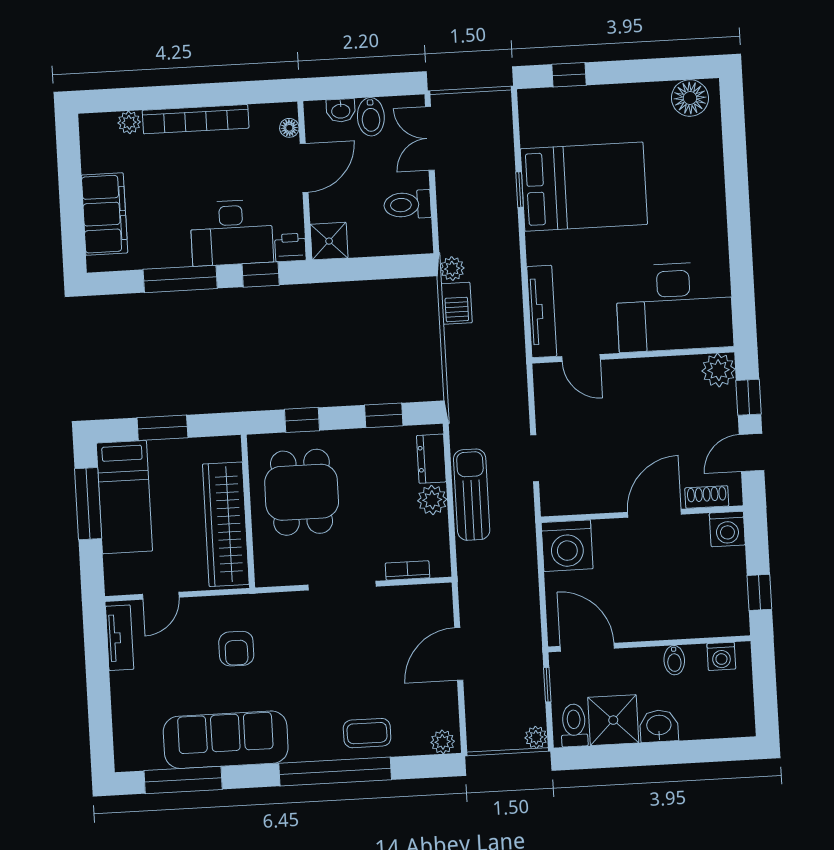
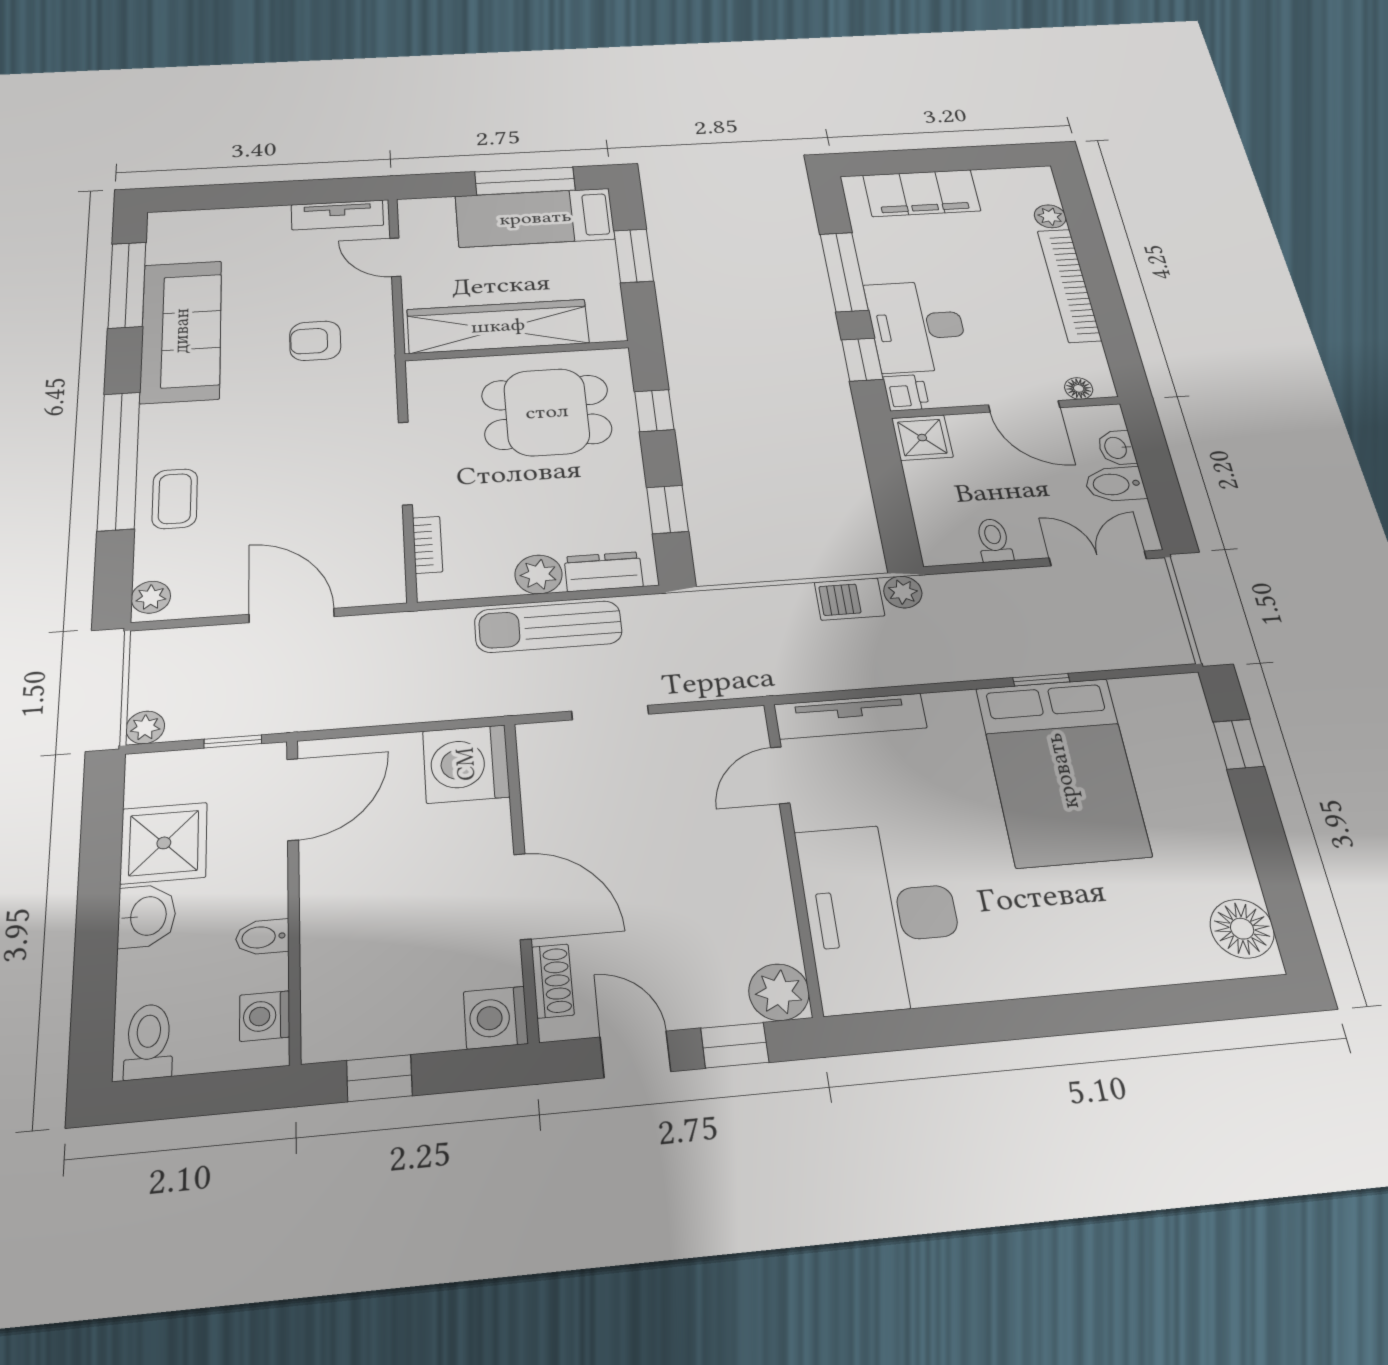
toilet: (407, 205) -> (994, 540), width x0.73, depth x0.72
sun lounger: (472, 495) -> (548, 627), turned 180
toilet: (574, 725) -> (149, 1041), moved, turned -90

